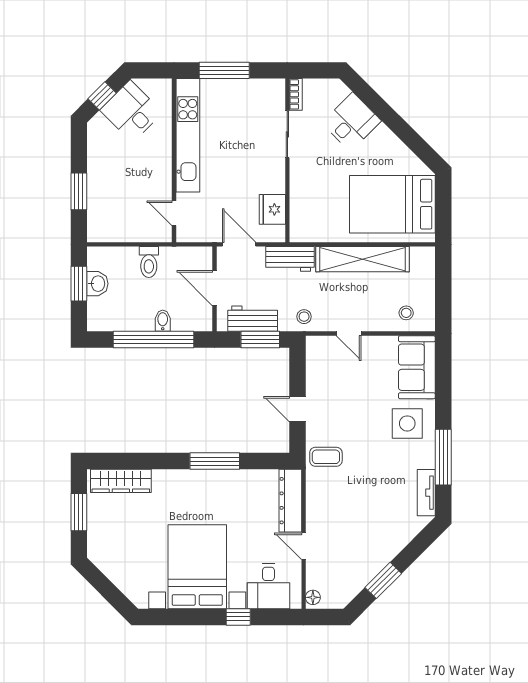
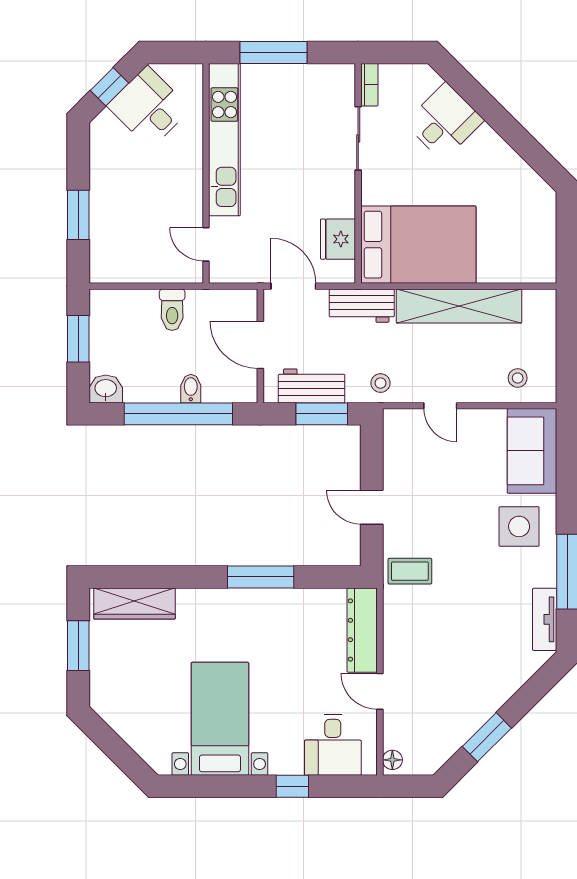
bed: (392, 204) -> (418, 245), moved, turned 180
washbasin: (97, 284) -> (106, 389), moved, turned -90
bed with nightstands: (197, 567) -> (220, 719), width x0.73

